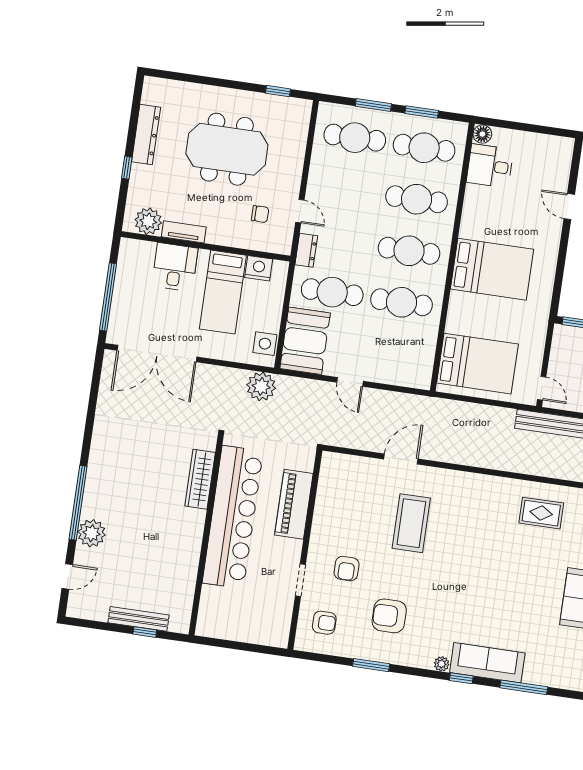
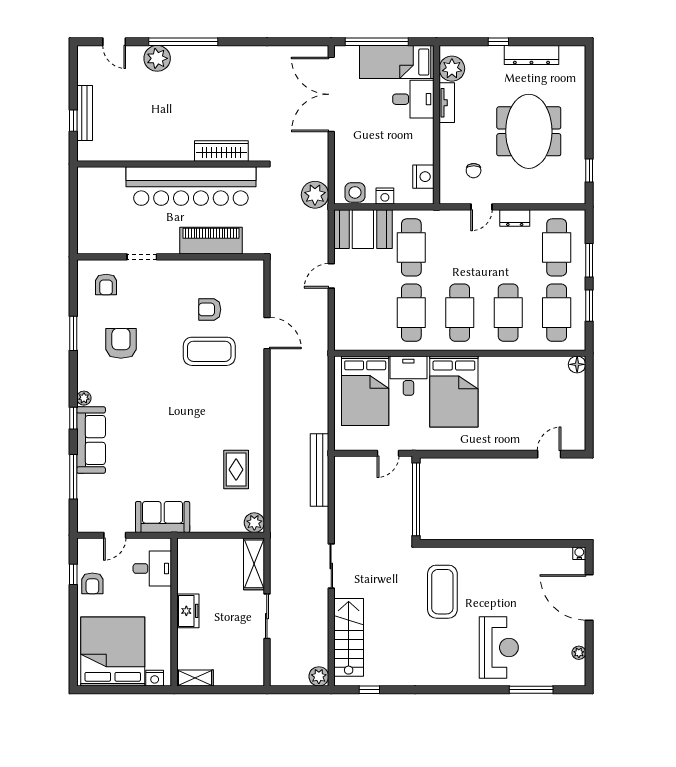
desk: (490, 166) -> (408, 376), moved
door: (569, 207) -> (549, 454), moved
dresser: (306, 250) -> (515, 218), moved
bed: (223, 292) -> (397, 62), moved
nightstand: (273, 312) -> (385, 196), added
door: (542, 388) -> (388, 453), moved
armchair: (347, 569) -> (210, 309), moved

